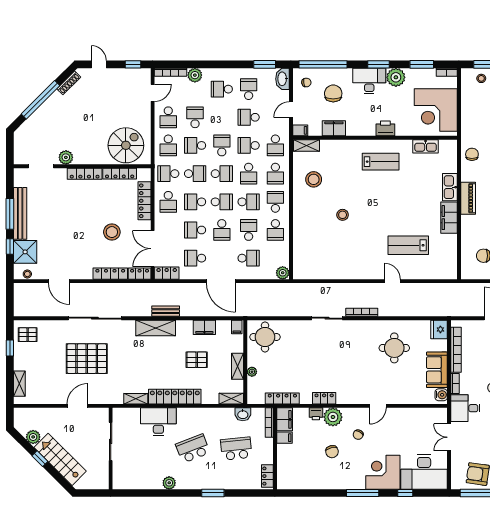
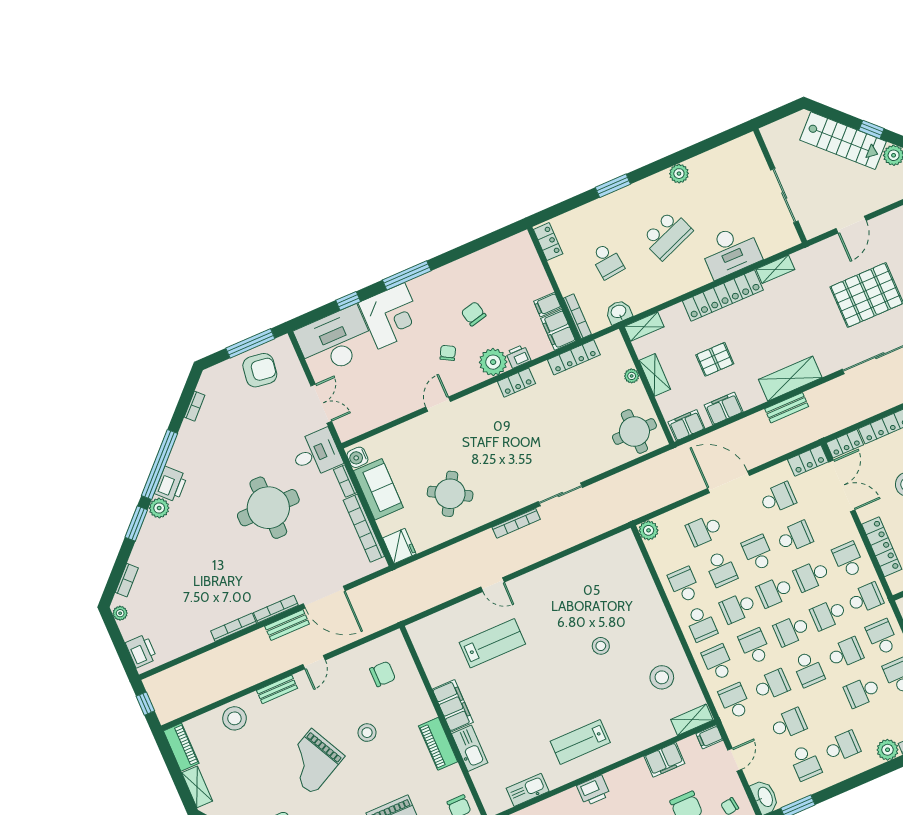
school desk: (195, 117) -> (862, 692), turned 90
school desk: (195, 202) -> (812, 576), turned 180
filing cabinet: (237, 327) -> (686, 425), width x2.00
round table: (394, 348) -> (450, 494), turned 30
school desk: (236, 448) -> (607, 261), width x0.54

